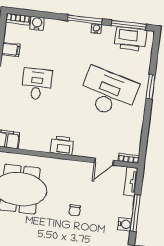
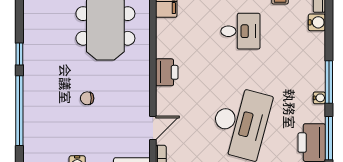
door: (104, 162) -> (153, 128), swing flipped

